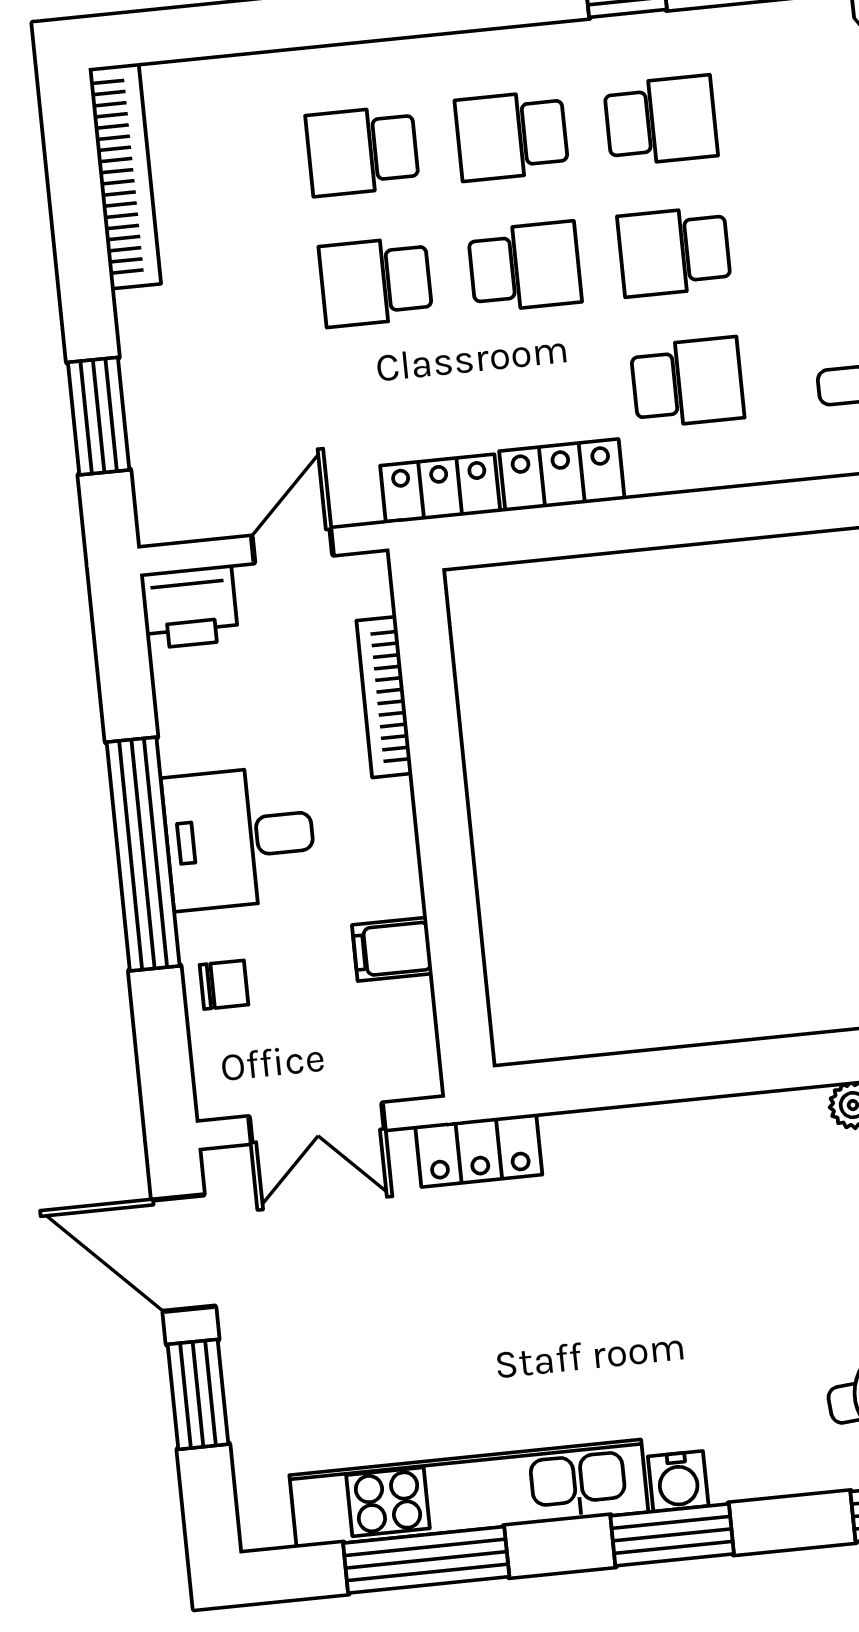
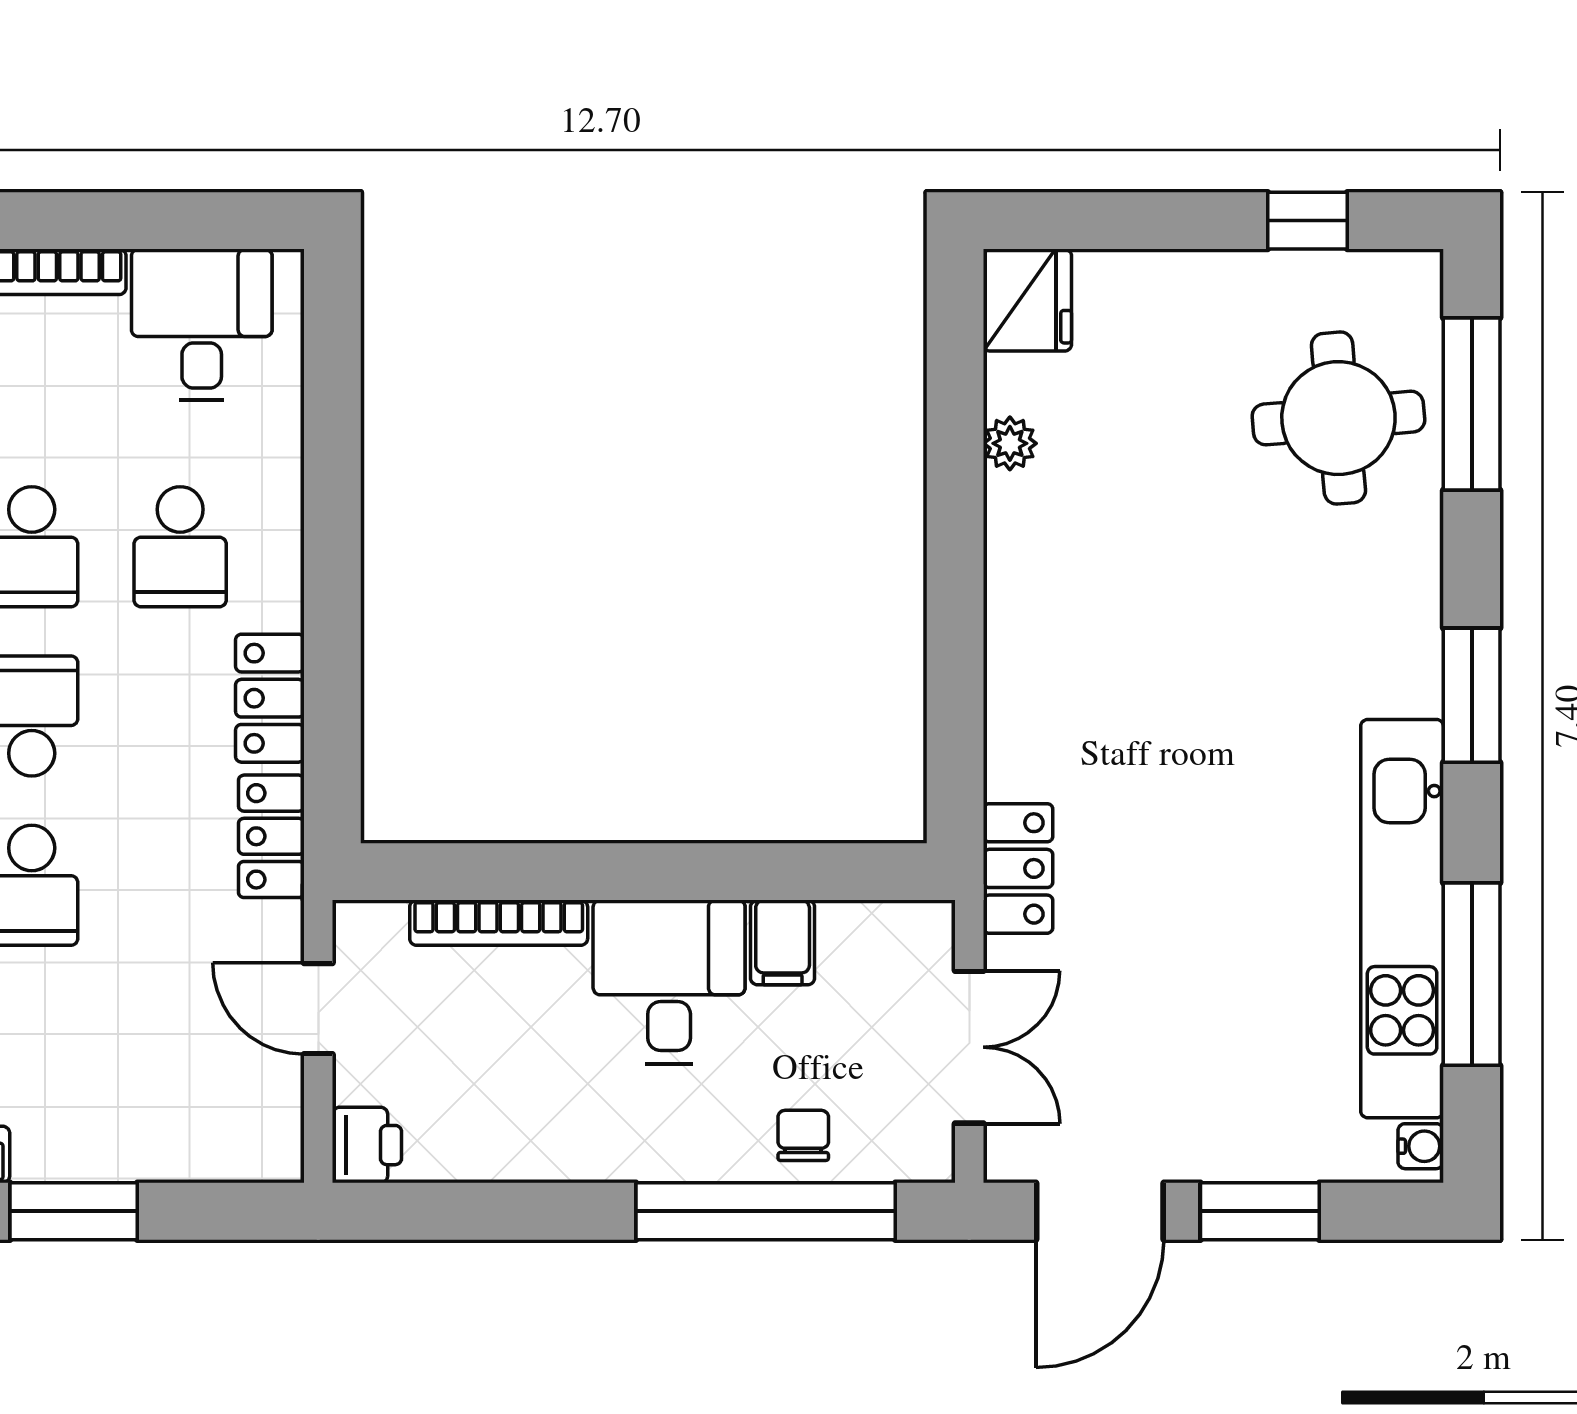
school desk: (687, 382) -> (180, 547), turned 180
window: (99, 416) -> (74, 1211), moved
printer: (189, 607) -> (367, 1145), width x0.73, depth x0.81
desk: (240, 838) -> (669, 982), moved, turned 180
window: (143, 854) -> (766, 1211), moved
water cooler: (678, 1481) -> (1421, 1146), moved, width x0.72, depth x0.72

